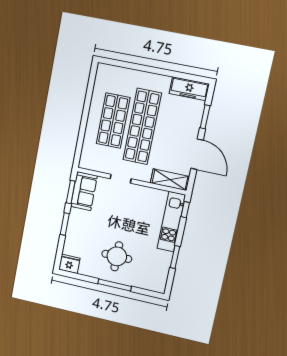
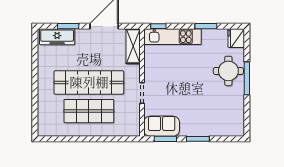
freezer: (189, 89) -> (57, 37), moved, turned 90
round table: (117, 256) -> (228, 71), moved
fridge: (69, 264) -> (236, 38), moved

